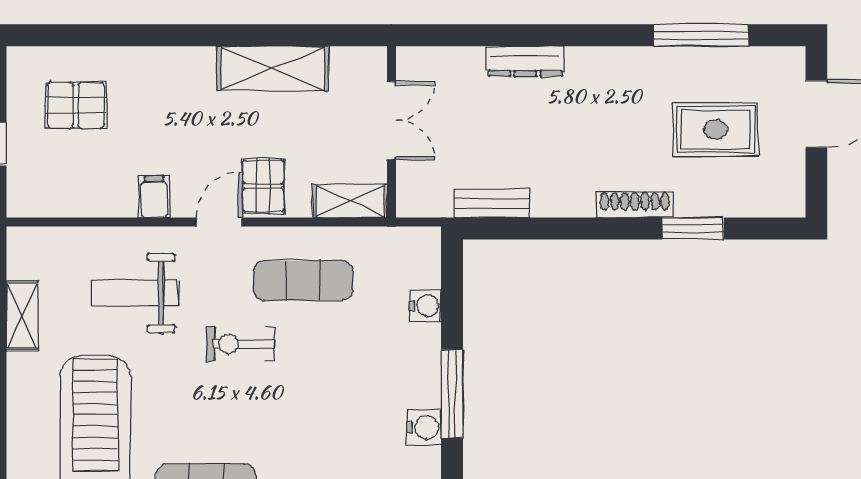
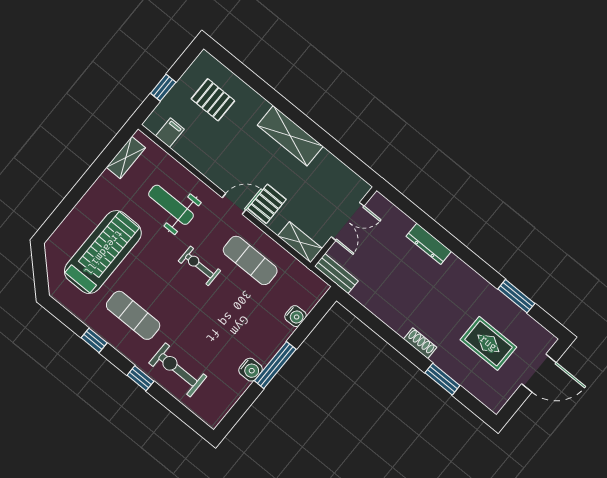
window: (701, 35) -> (516, 296), width x0.69
shelving: (273, 68) -> (290, 136), moved
filing cabinet: (154, 197) -> (170, 133), moved
bench: (492, 203) -> (336, 274), moved
shoe rack: (635, 205) -> (420, 343), width x0.70
shelving: (22, 316) -> (126, 157), moved

